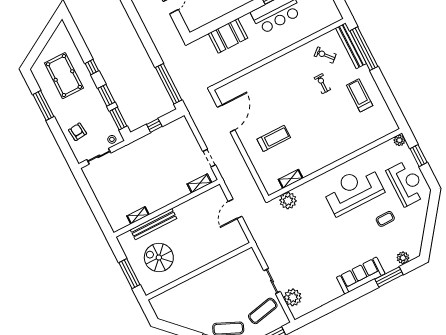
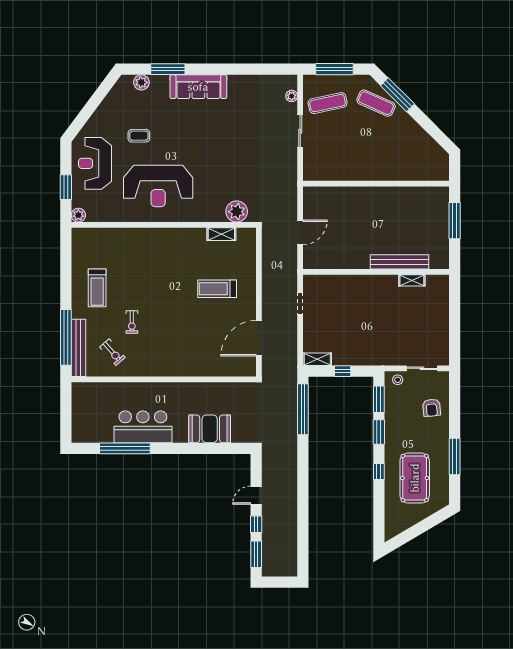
shelving: (199, 183) -> (317, 359), moved
spiral stairs: (159, 258) -> (413, 222), removed
plant: (293, 297) -> (292, 96), width x0.53, depth x0.53

